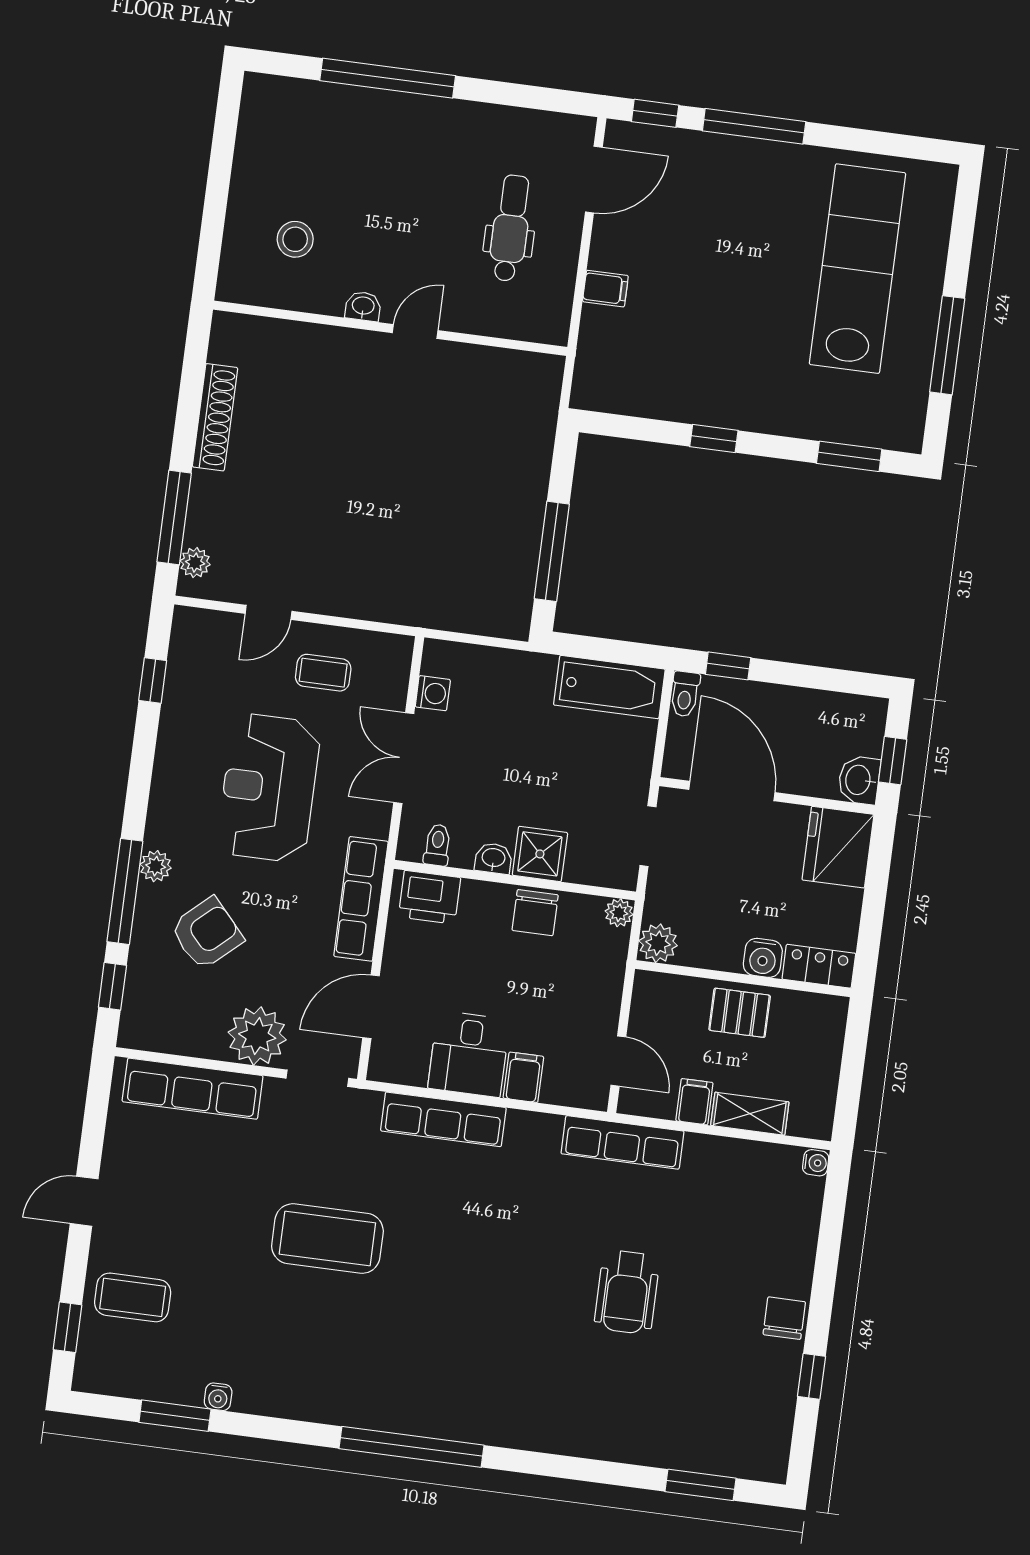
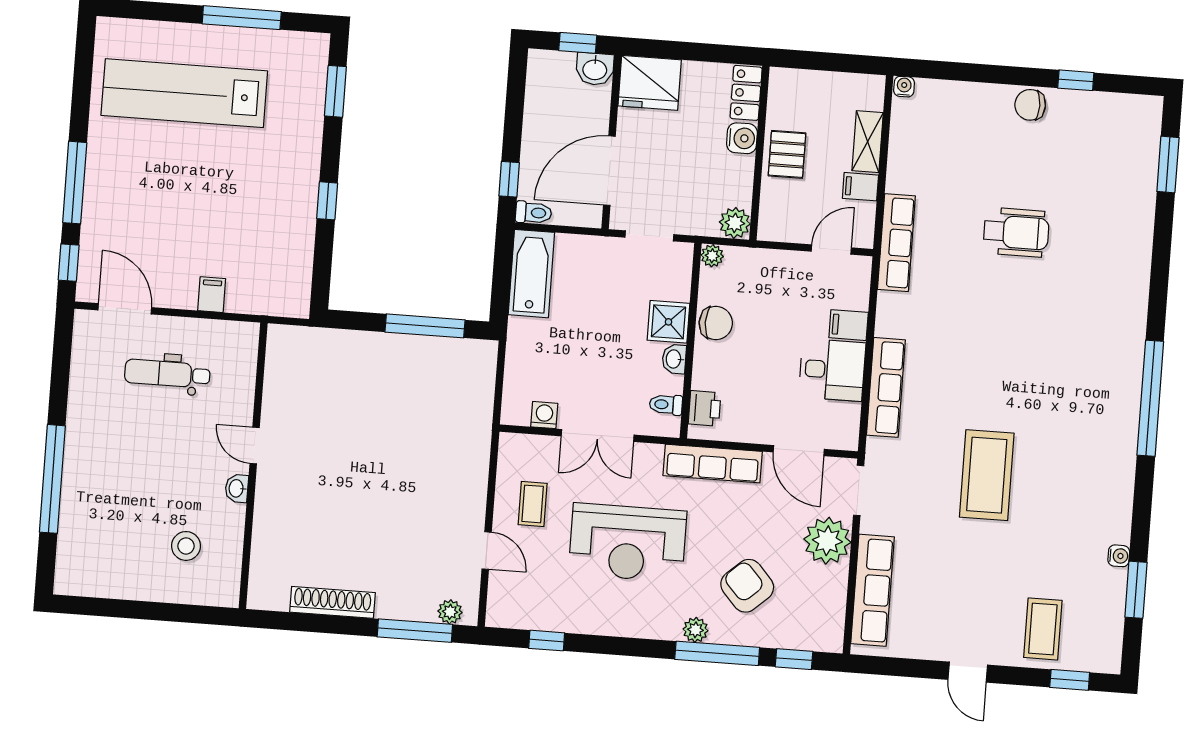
printer: (429, 897) -> (705, 408), width x0.73, depth x0.81

